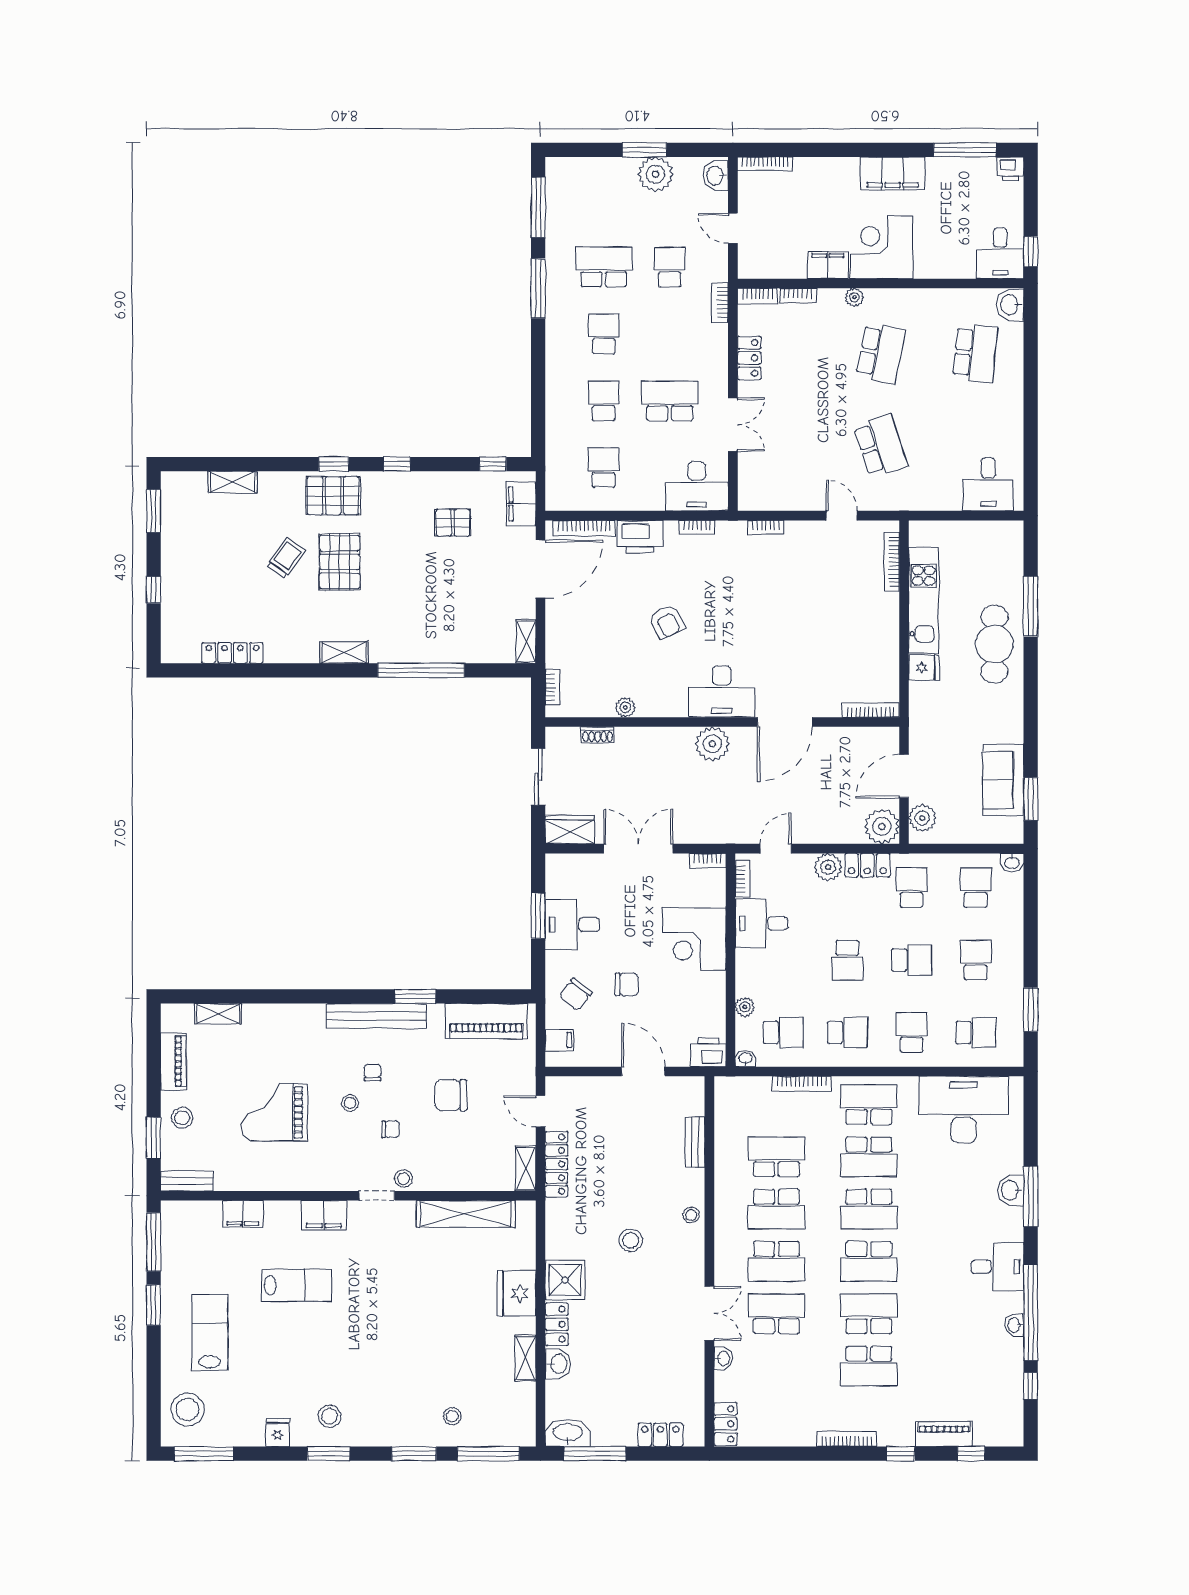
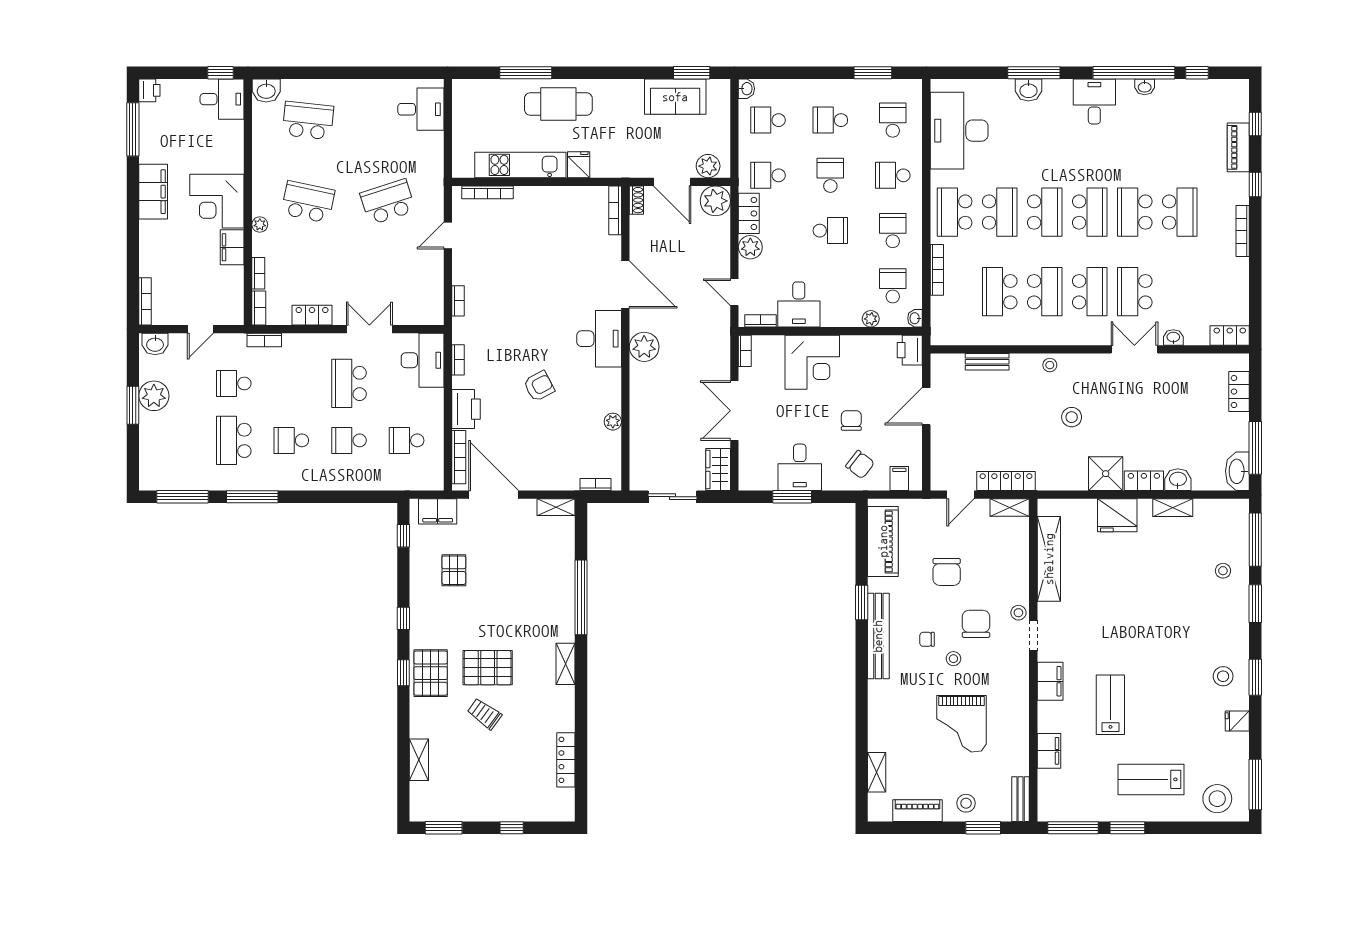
shoe rack: (598, 735) -> (636, 200), moved
chair: (390, 1129) -> (976, 624), width x1.87, depth x1.87

